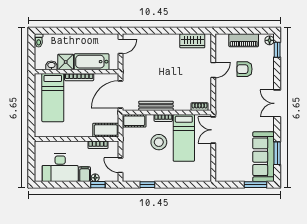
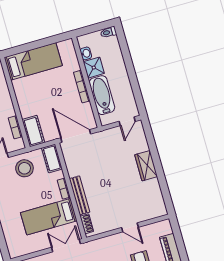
wardrobe: (192, 41) -> (146, 166), moved
door: (121, 46) -> (127, 121), hinge flipped
bed: (53, 98) -> (33, 61), moved, turned 180
bench: (156, 106) -> (80, 195), moved
stool: (159, 142) -> (24, 168), moved

